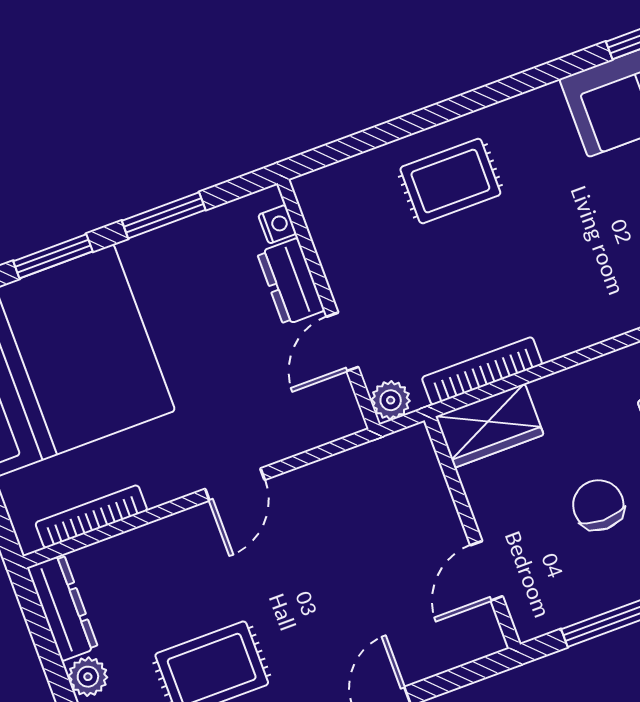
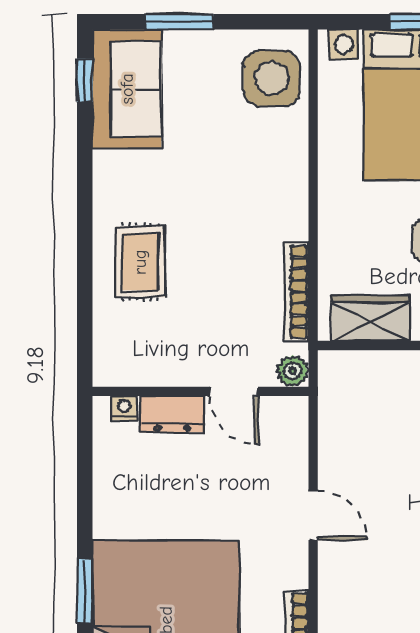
window: (164, 215) -> (85, 493), removed
wardrobe: (489, 426) -> (370, 318), moved, turned -90

